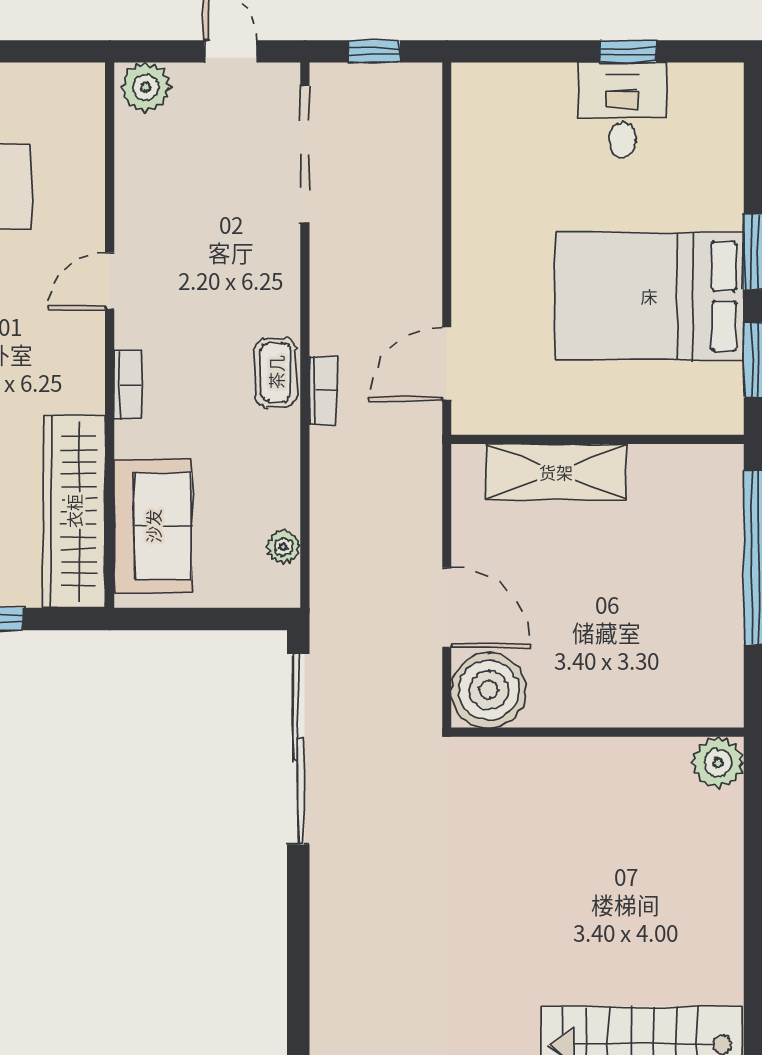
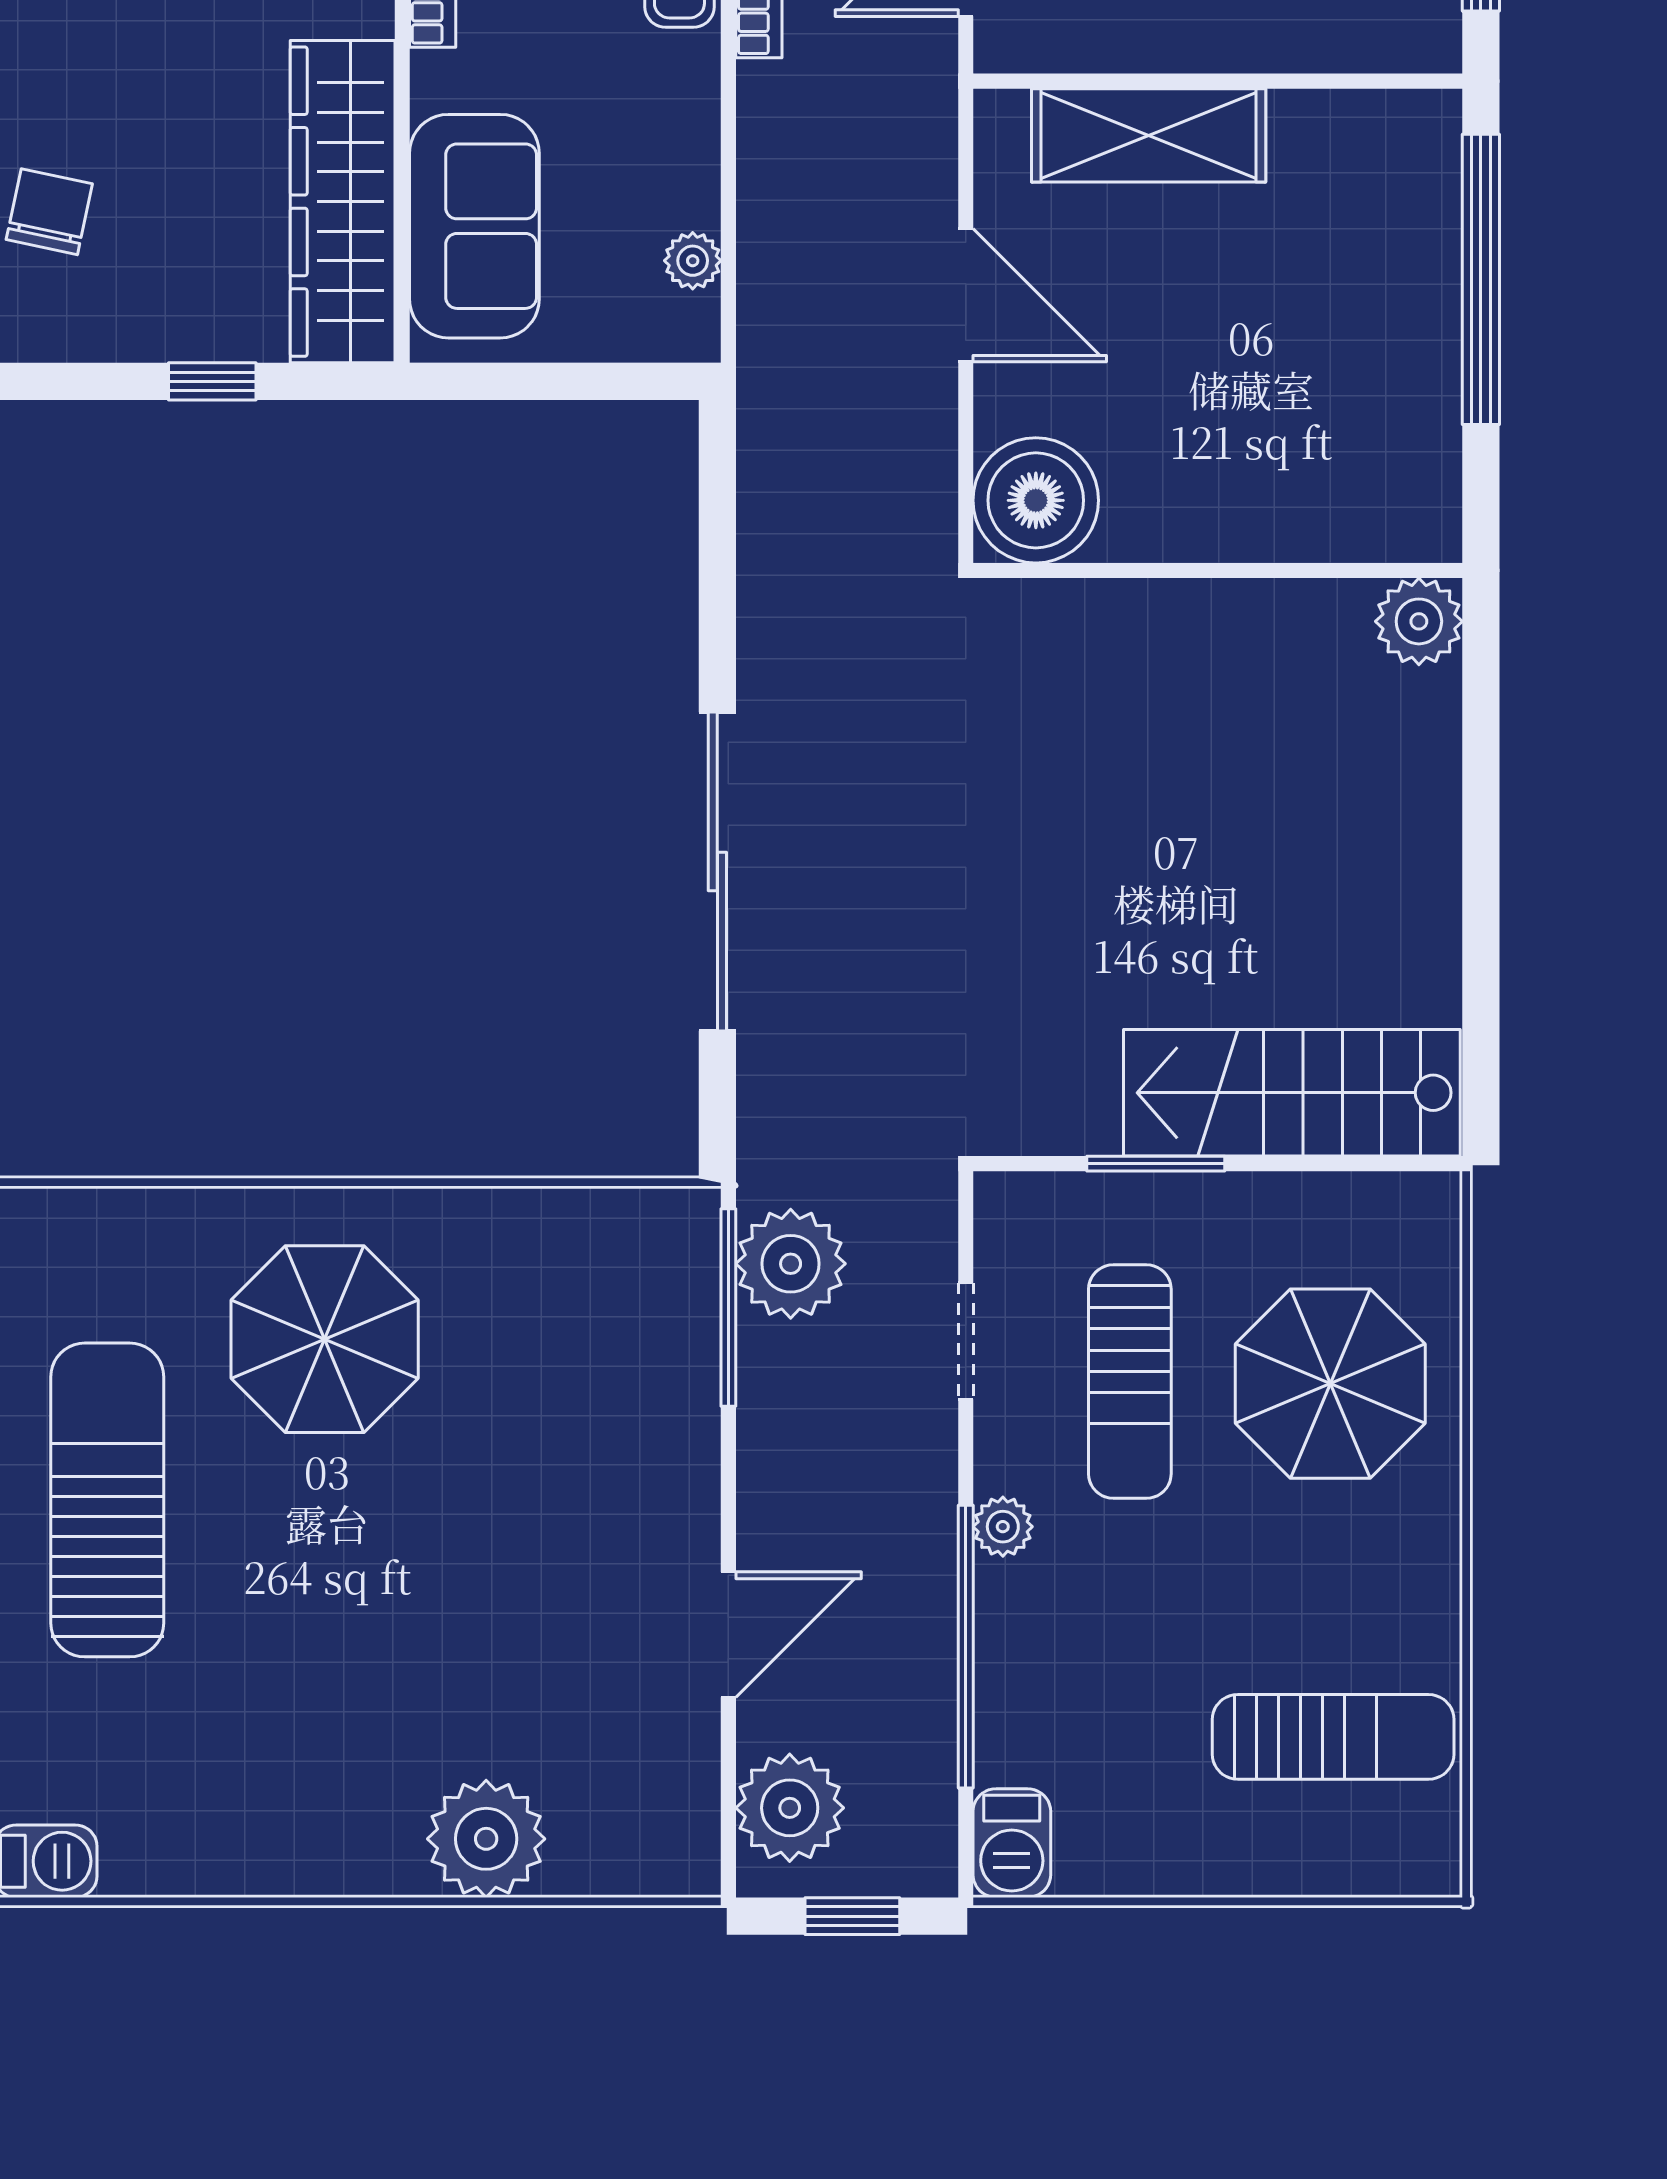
door: (447, 608) -> (966, 295), moved
sliding door: (298, 749) -> (717, 872), moved

